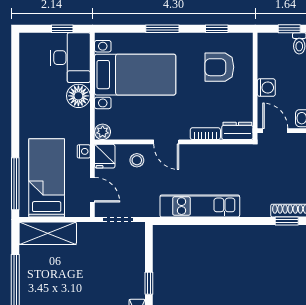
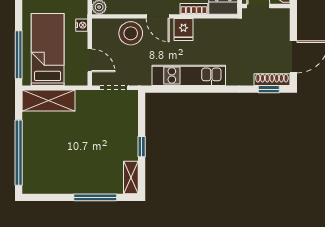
fridge: (105, 156) -> (183, 30), moved
stool: (137, 160) -> (131, 33), width x1.89, depth x1.89

